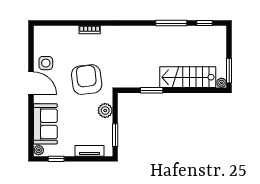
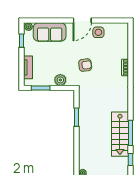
stairs: (188, 77) -> (120, 134), moved, turned 180
armchair: (87, 80) -> (85, 65), width x0.53, depth x0.53

